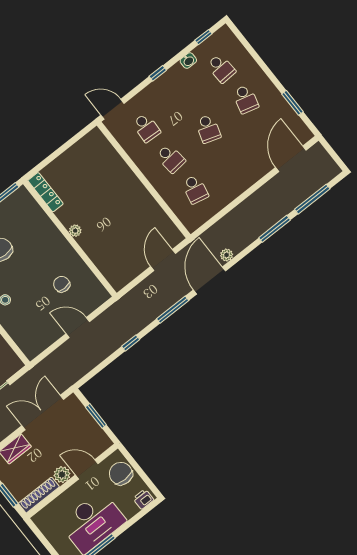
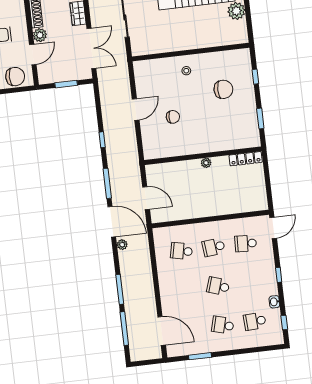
locker: (46, 192) -> (246, 159), moved
plant: (75, 231) -> (206, 163), moved
wall: (70, 238) -> (203, 156), moved

